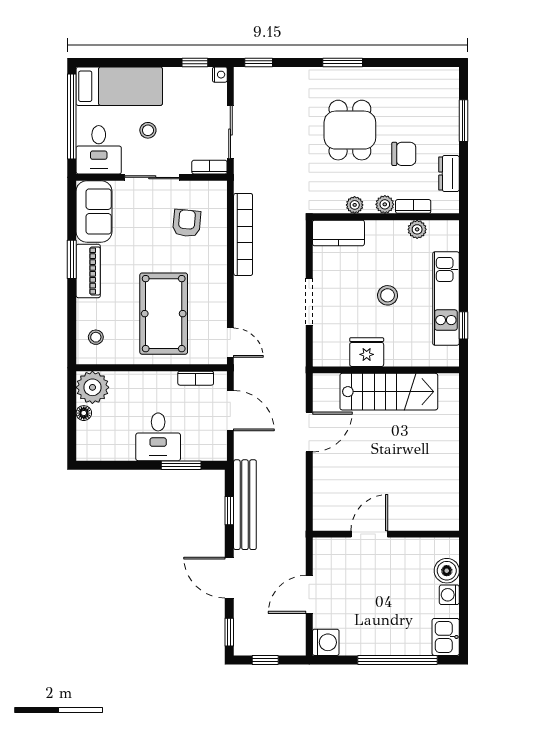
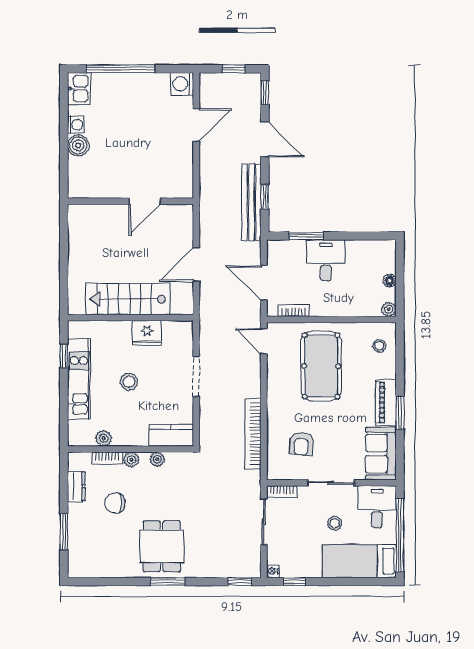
dining table: (350, 130) -> (162, 546), moved
plant: (92, 387) -> (389, 309), width x0.53, depth x0.53
door: (369, 534) -> (145, 201), moved
wall: (386, 534) -> (130, 201), moved

